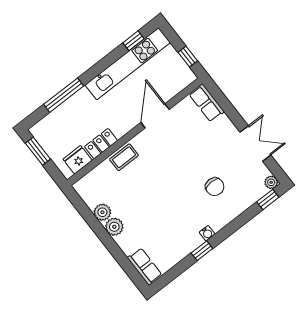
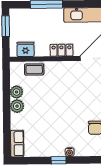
locker: (101, 144) -> (61, 50), moved
coffee table: (124, 157) -> (34, 69), moved

